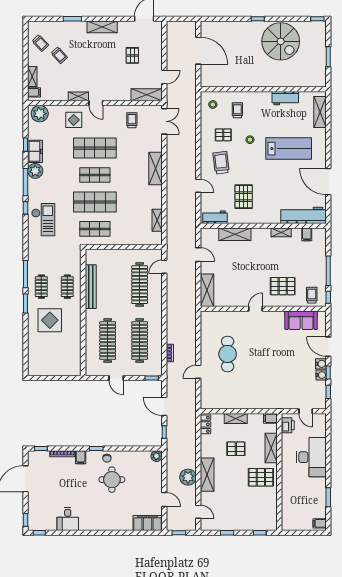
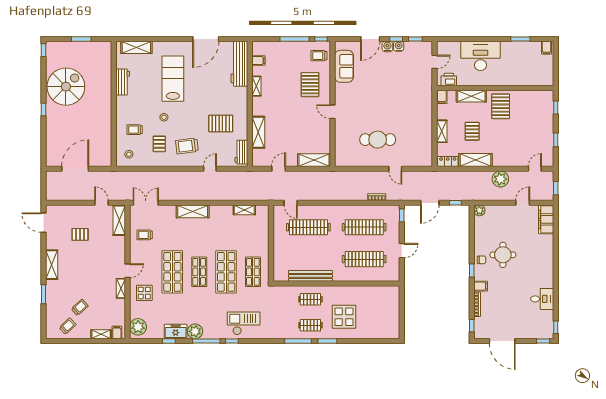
shelving: (207, 475) -> (475, 160), moved

